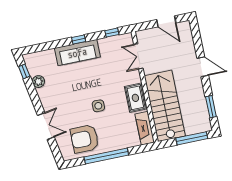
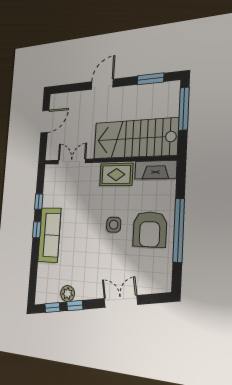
window: (112, 33) -> (39, 202), moved
double door: (138, 56) -> (72, 161), swing flipped
window: (32, 90) -> (75, 306), added
armchair: (85, 139) -> (150, 229), moved

